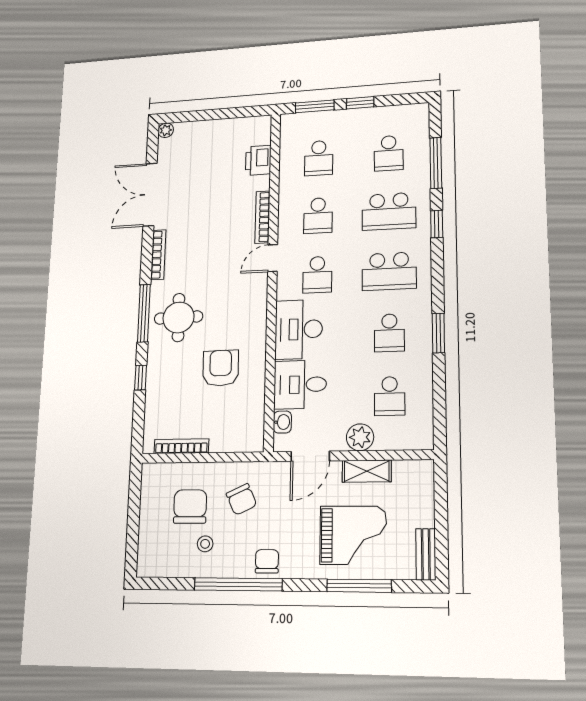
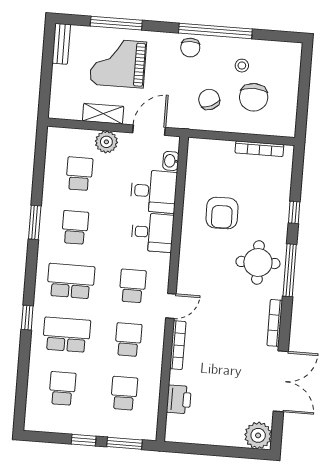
plant: (166, 130) -> (258, 435), width x1.88, depth x1.88
window: (436, 163) -> (23, 373), removed
desk: (299, 329) -> (152, 232), width x0.73

